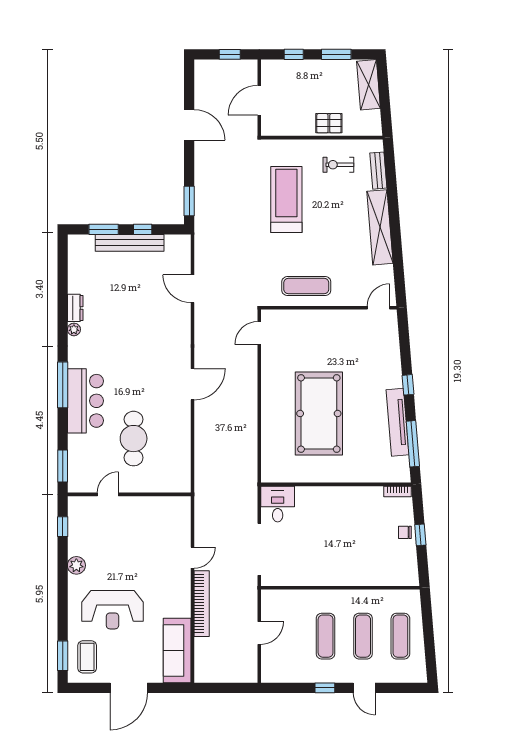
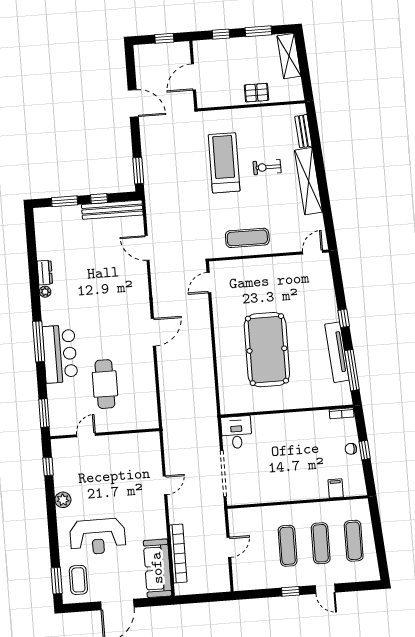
exercise bike: (338, 165) -> (267, 167), moved
bench: (130, 243) -> (112, 210), moved
filing cabinet: (384, 576) -> (336, 488), added
bookcase: (202, 604) -> (178, 553), moved

